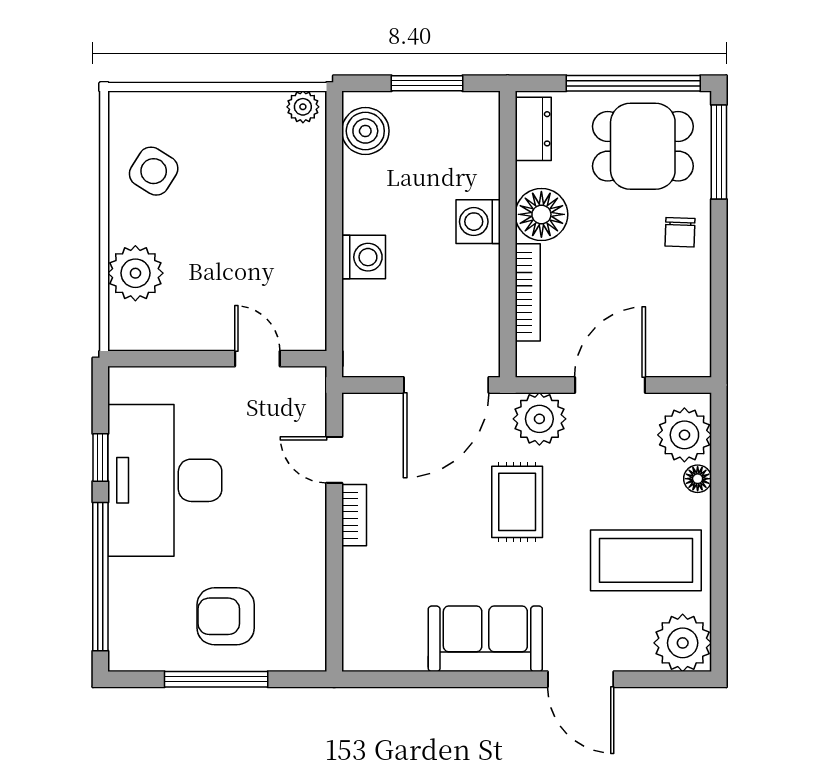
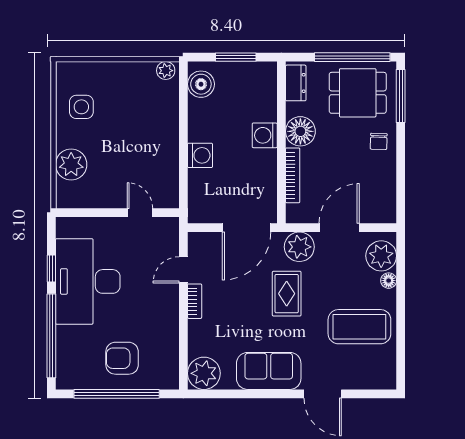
side table: (154, 171) -> (81, 107), turned -32
door: (334, 460) -> (183, 270), hinge flipped
plant: (683, 643) -> (204, 373), moved
window: (216, 679) -> (117, 394), width x1.46

